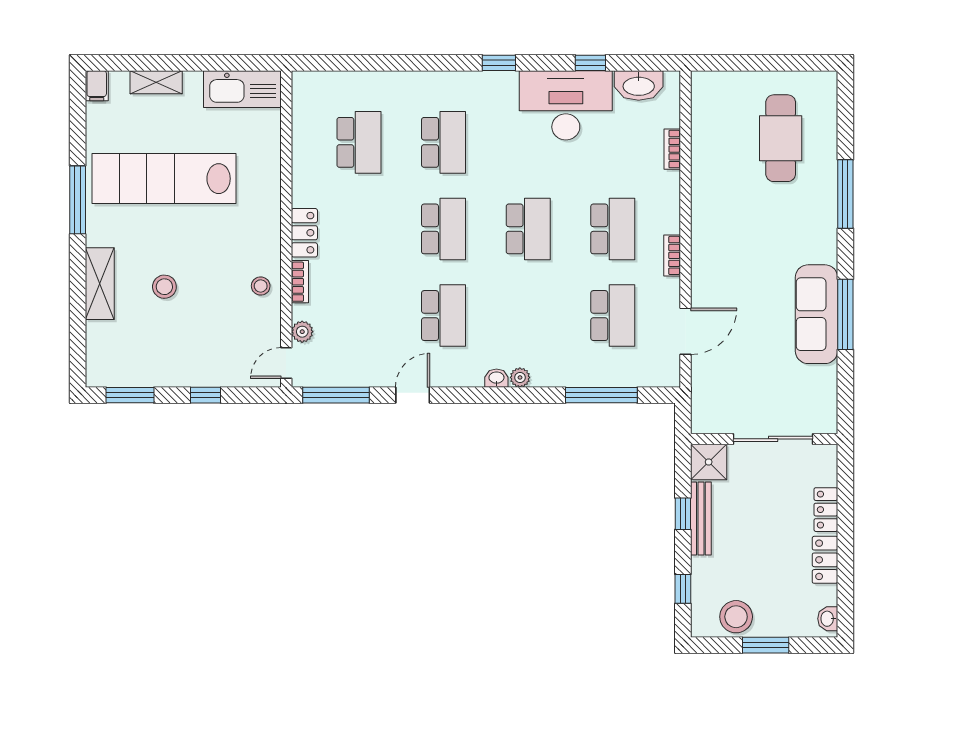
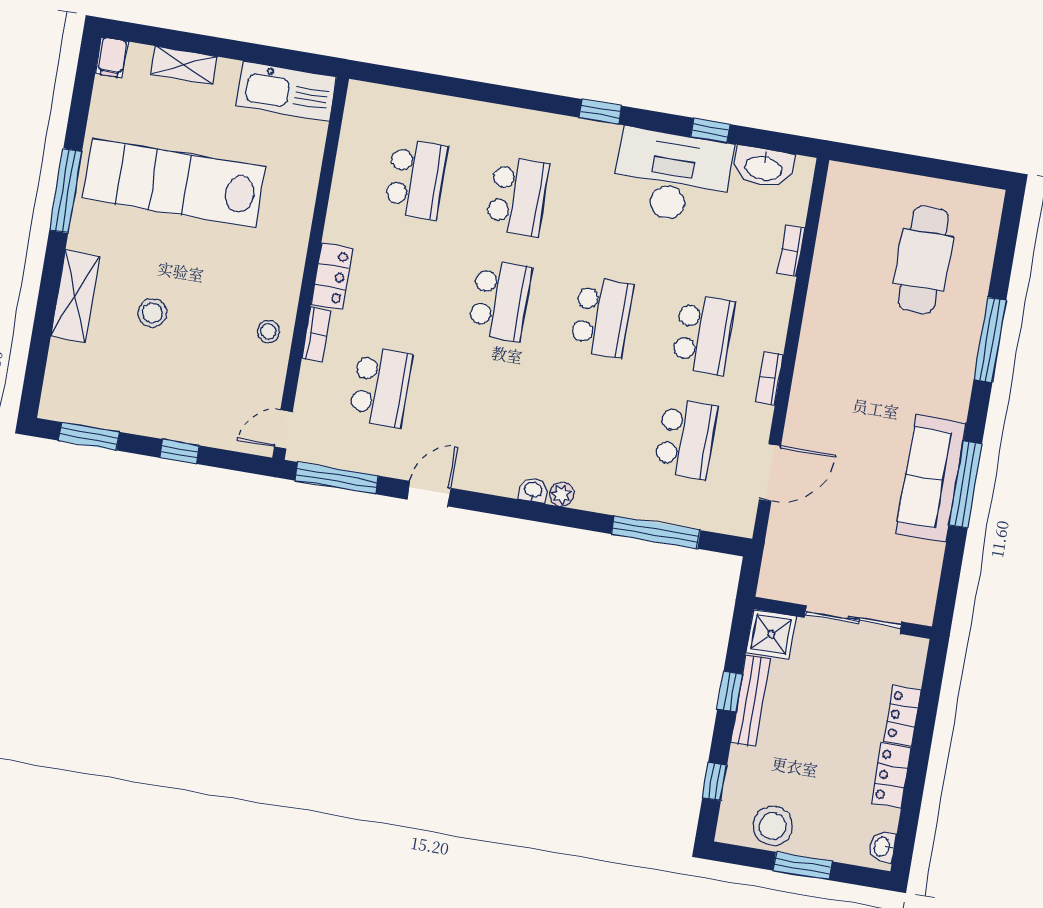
school desk: (444, 316) -> (381, 387), moved
plant: (302, 332) -> (309, 395), removed

